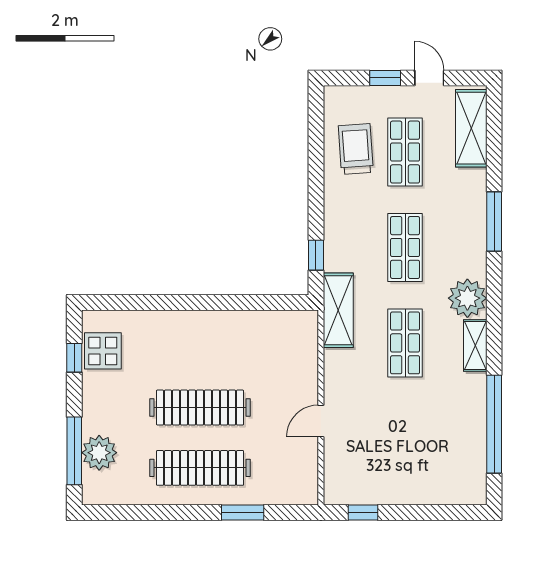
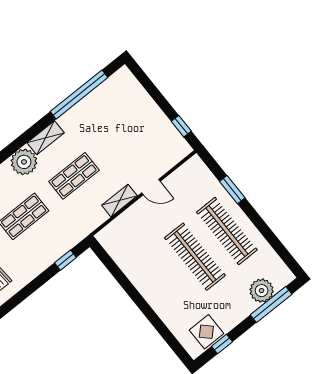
shelving: (338, 310) -> (119, 201), moved, width x0.67, depth x0.75

